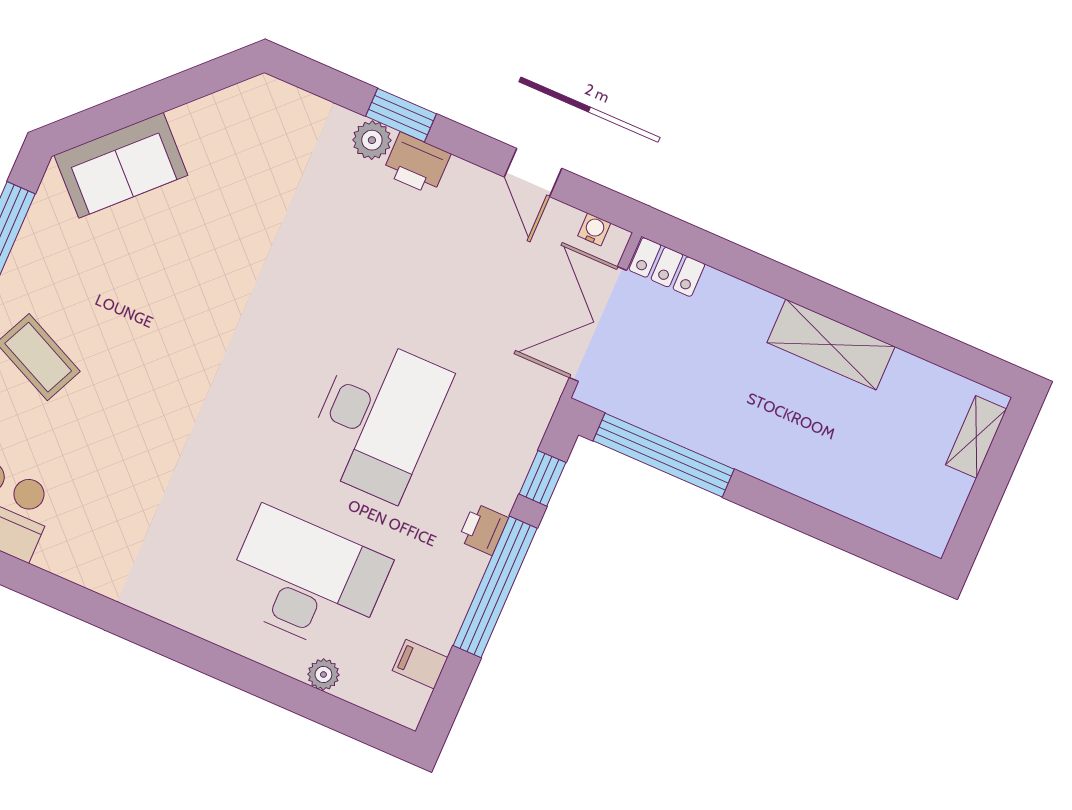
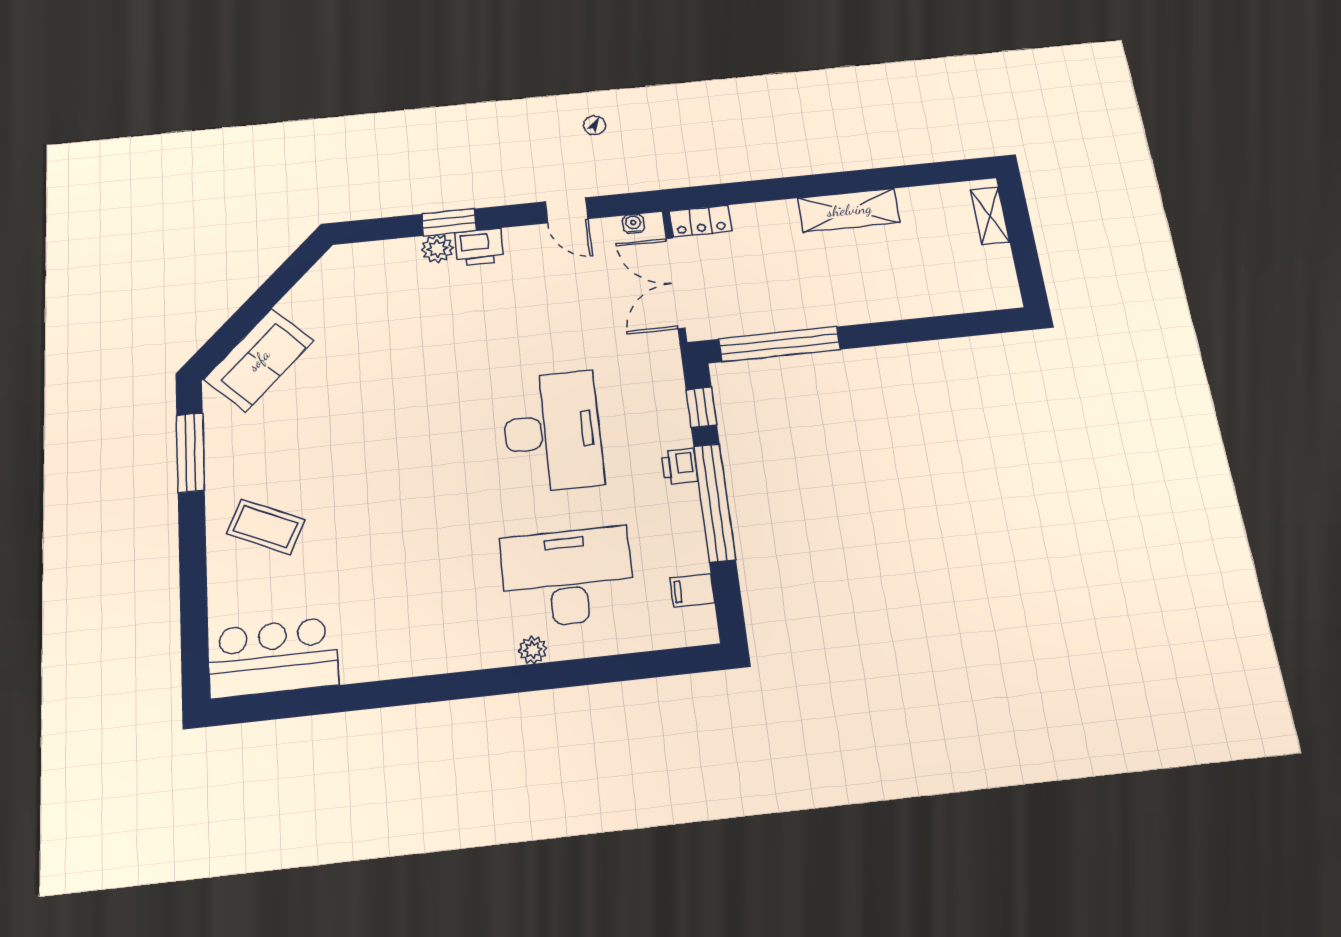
plant: (323, 674) -> (533, 650), moved

